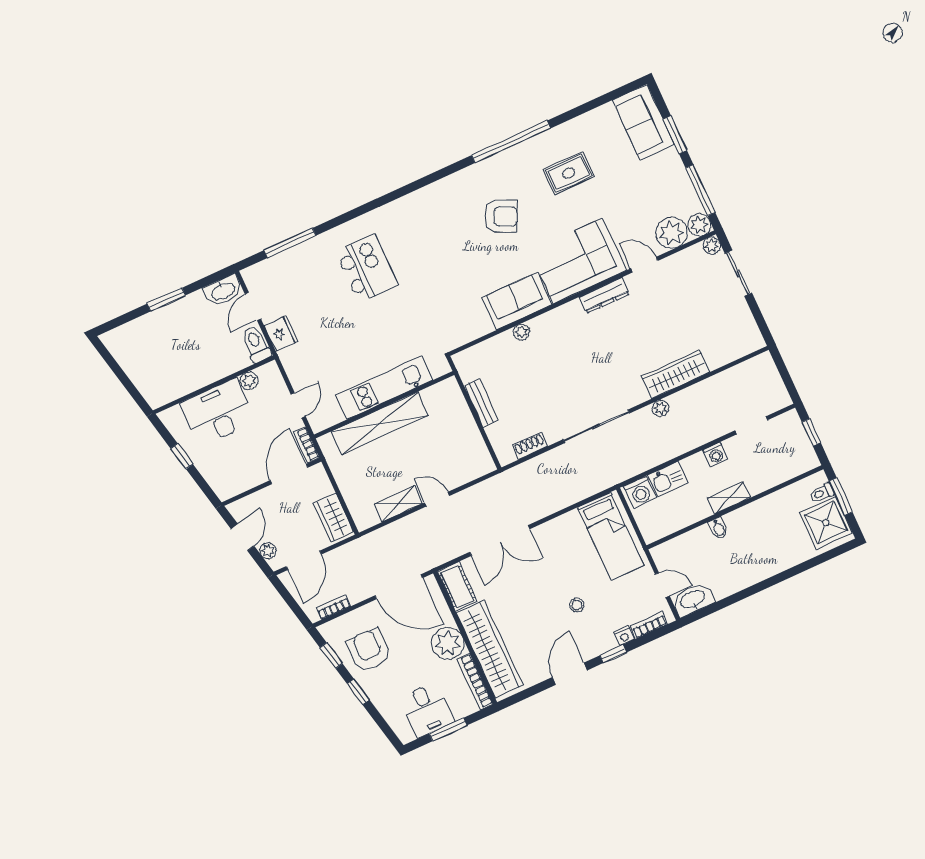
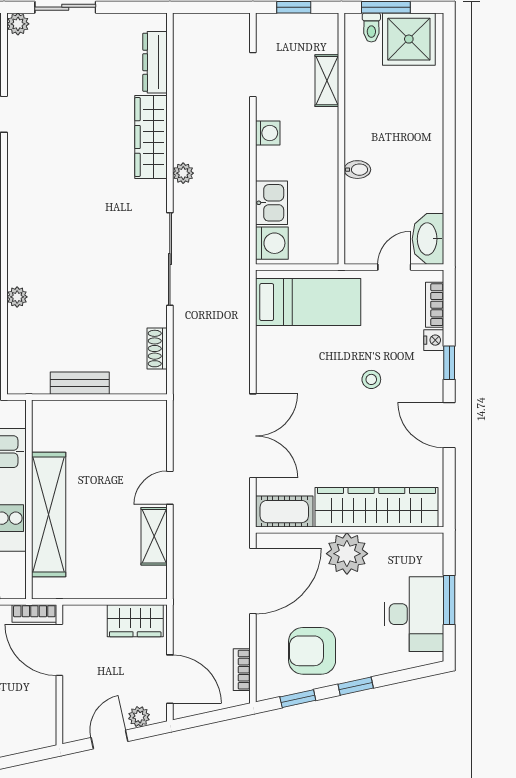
dresser: (604, 295) -> (155, 62), moved, turned 180
shelving: (729, 498) -> (327, 81), moved
door: (243, 537) -> (109, 740), hinge flipped
bookcase: (475, 682) -> (407, 542), removed
desk: (427, 710) -> (414, 614), width x1.37

